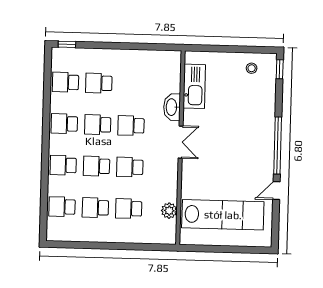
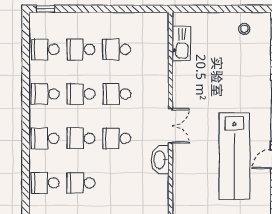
kitchen sink: (194, 86) -> (181, 44), width x0.73, depth x0.81
washbasin: (172, 107) -> (160, 160), moved
double door: (181, 142) -> (170, 126), moved
school desk: (129, 209) -> (117, 49), moved
plant: (169, 211) -> (160, 184), removed
lab bench: (223, 215) -> (234, 156), moved, turned 90

